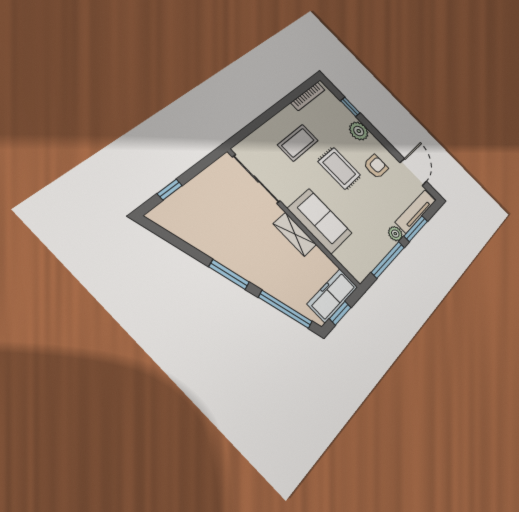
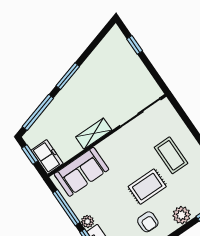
sofa: (320, 221) -> (81, 172), moved
freezer: (333, 295) -> (47, 157), width x0.71

